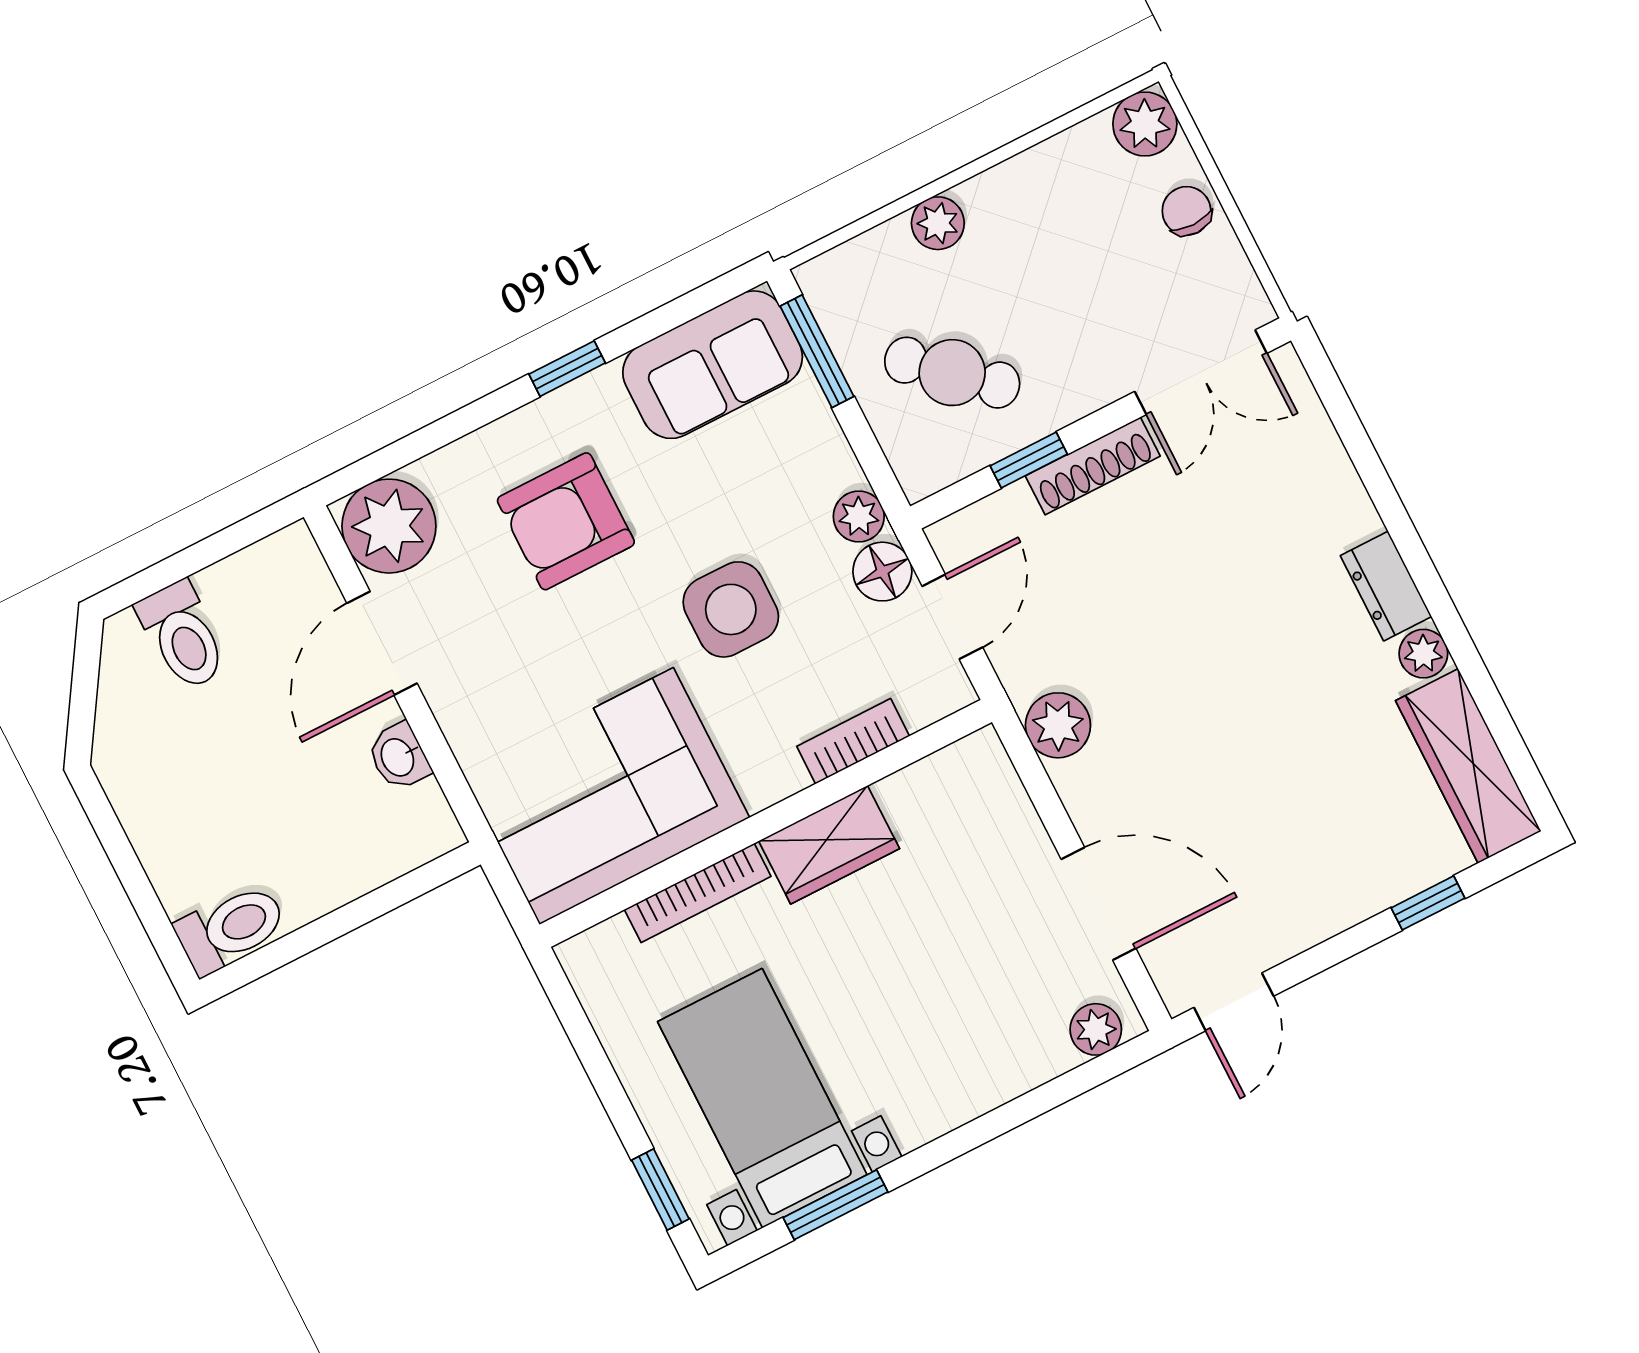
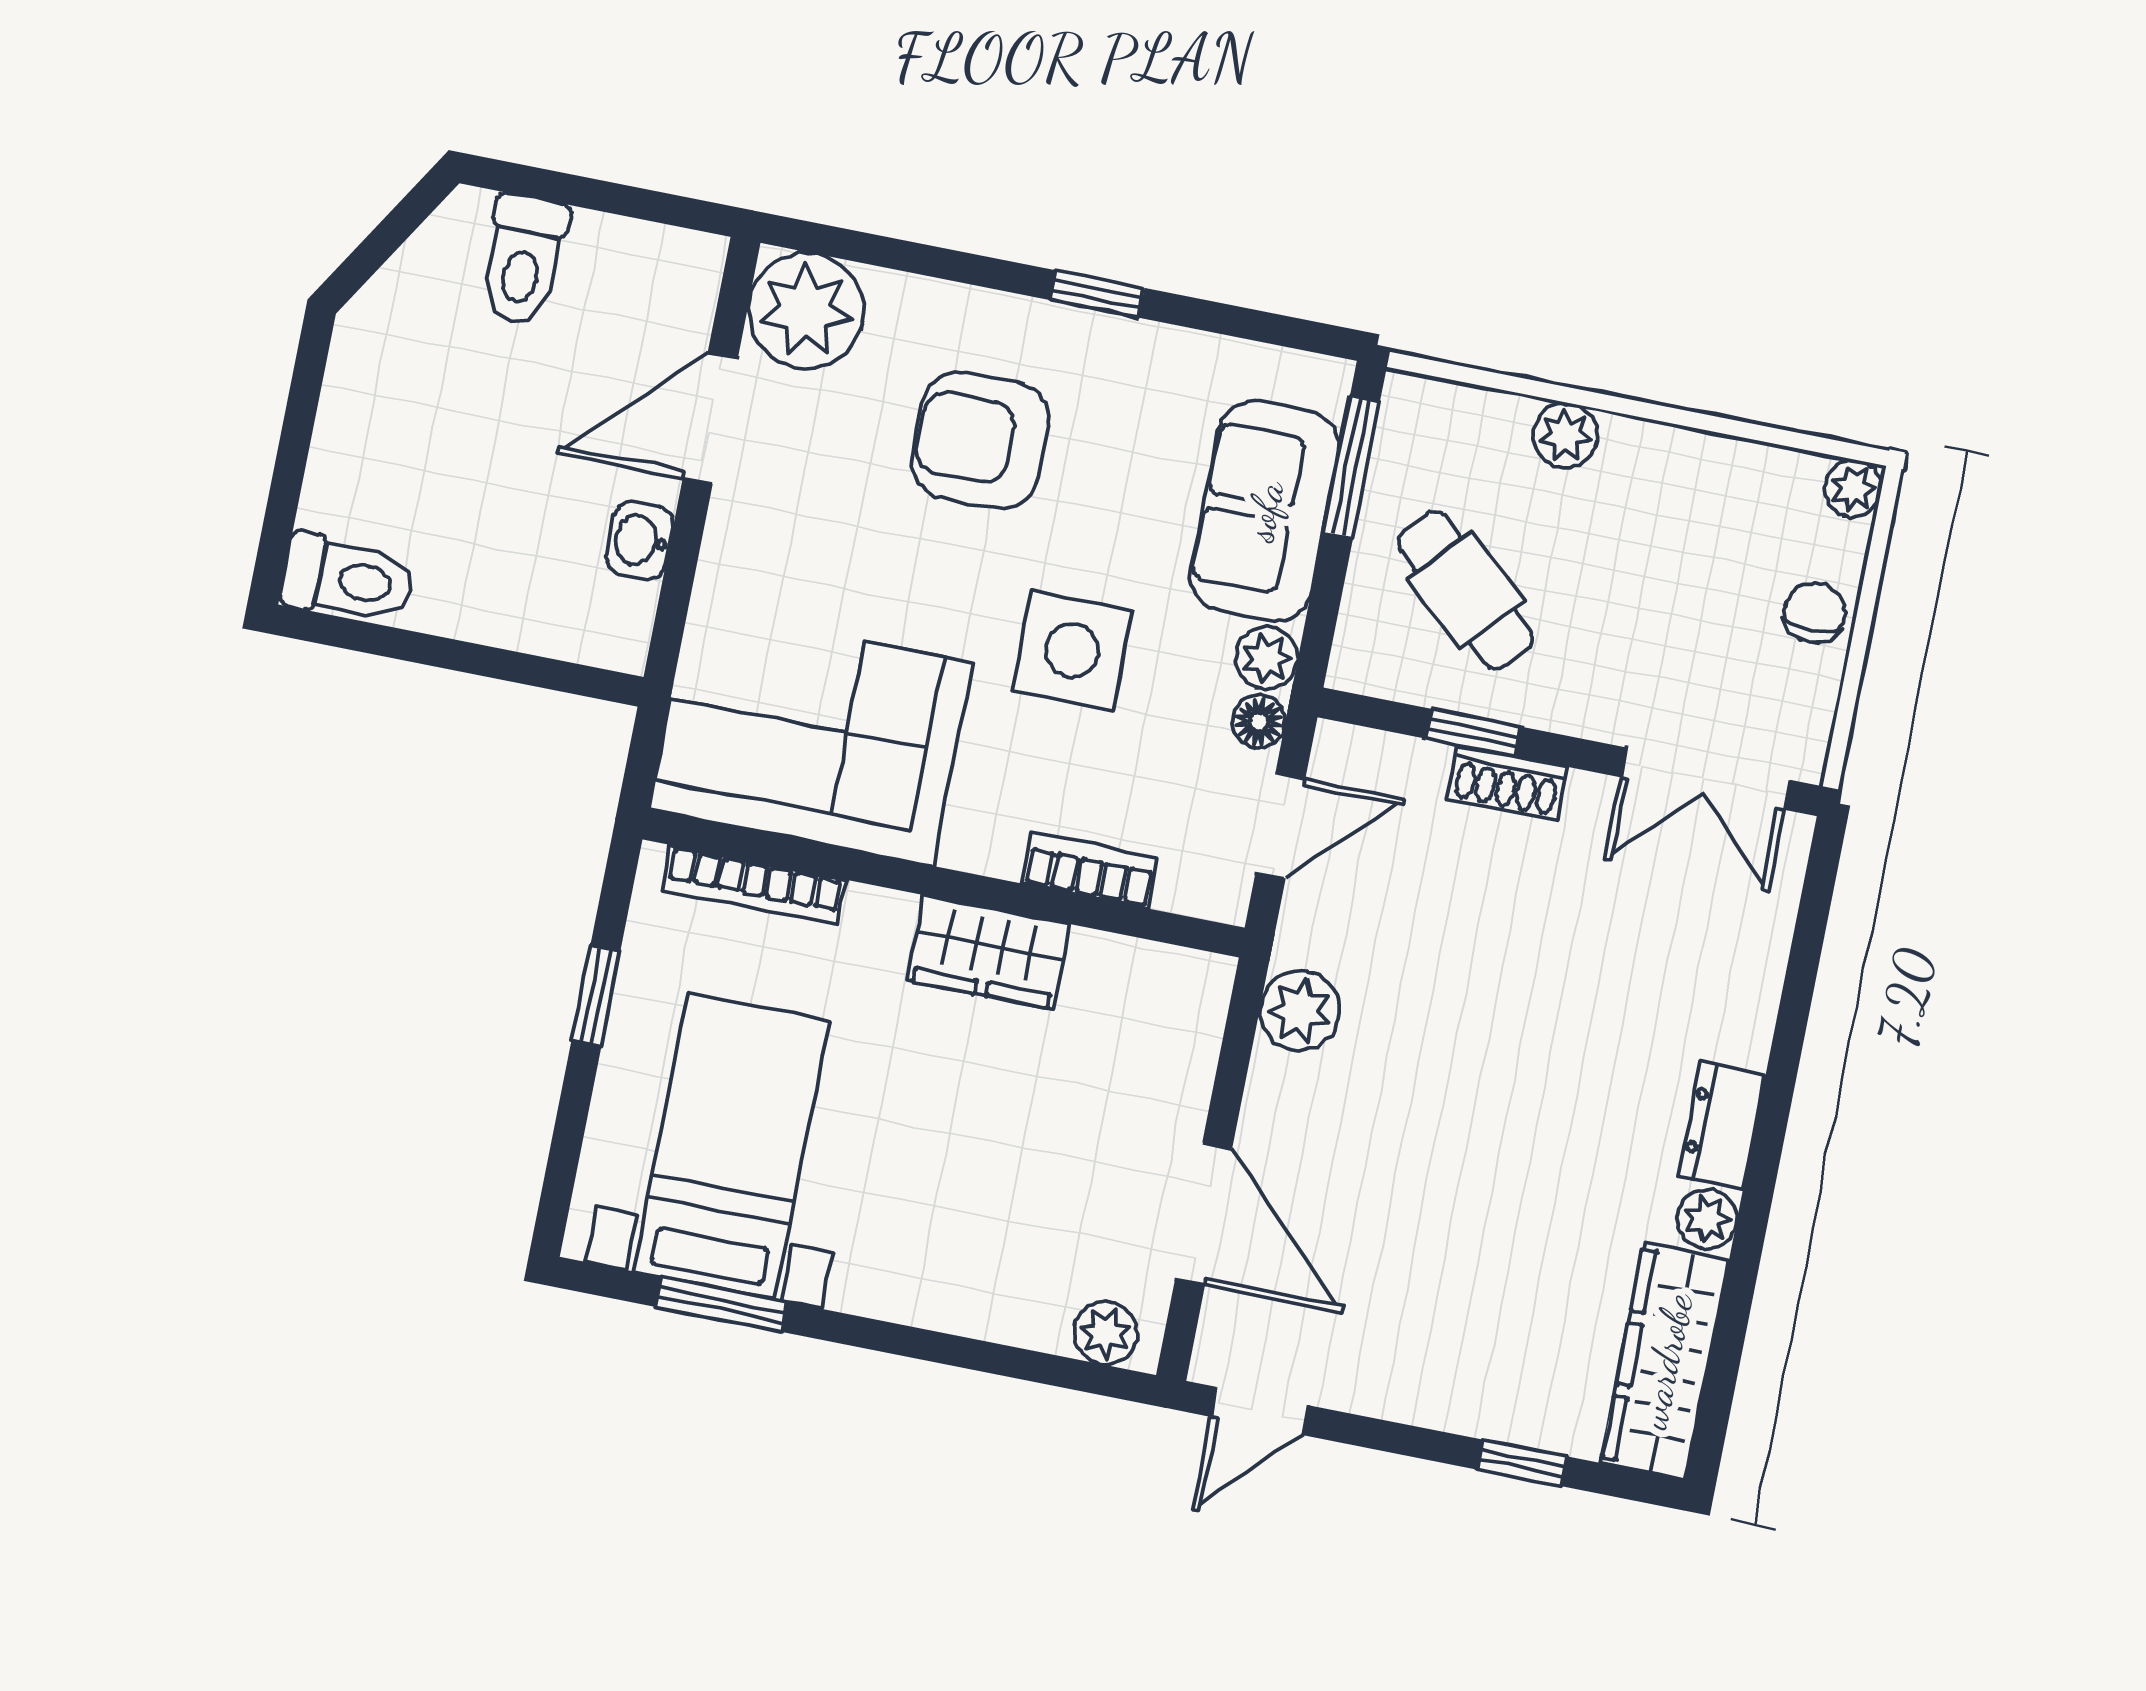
plant: (1145, 124) -> (1853, 488), width x0.73, depth x0.73
sofa: (713, 365) -> (1264, 511), moved, turned 90
shoe rack: (1093, 466) -> (1507, 782), width x0.70
floor lamp: (882, 572) -> (1259, 721), width x0.73, depth x0.73
bookcase: (698, 893) -> (754, 885), moved
window: (660, 1189) -> (596, 996), moved

